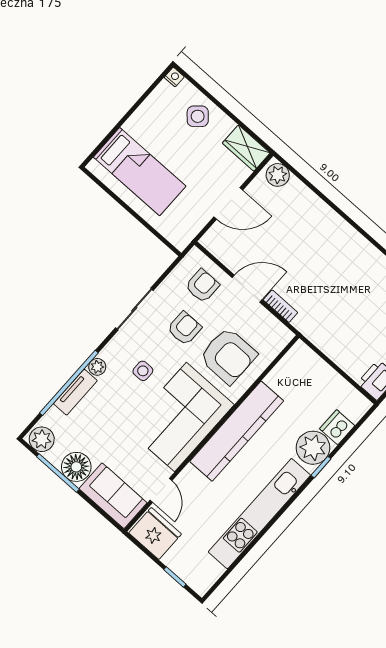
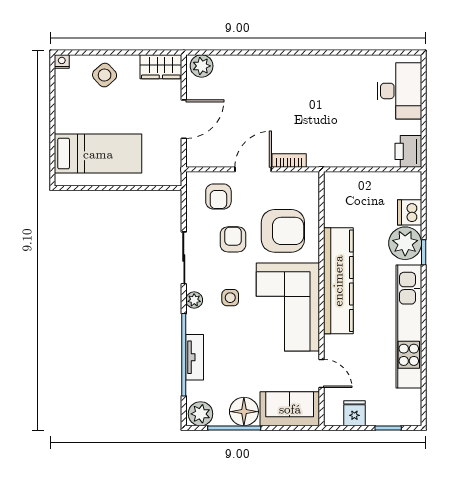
armchair: (202, 286) -> (218, 196), turned 180
plant: (97, 367) -> (194, 300), moved
fridge: (155, 533) -> (354, 413), width x0.53, depth x0.75

